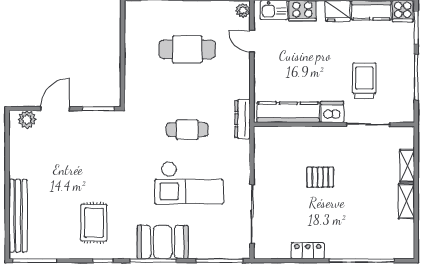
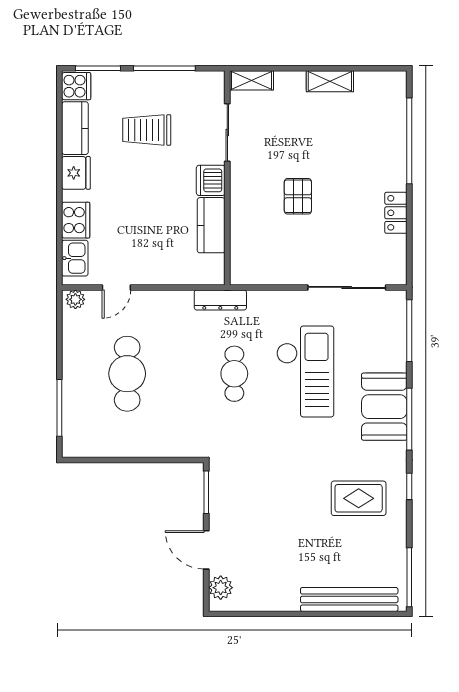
trolley: (364, 81) -> (147, 130), moved
kitchen counter: (288, 112) -> (211, 225), width x0.67
shelving: (407, 166) -> (251, 80), moved

